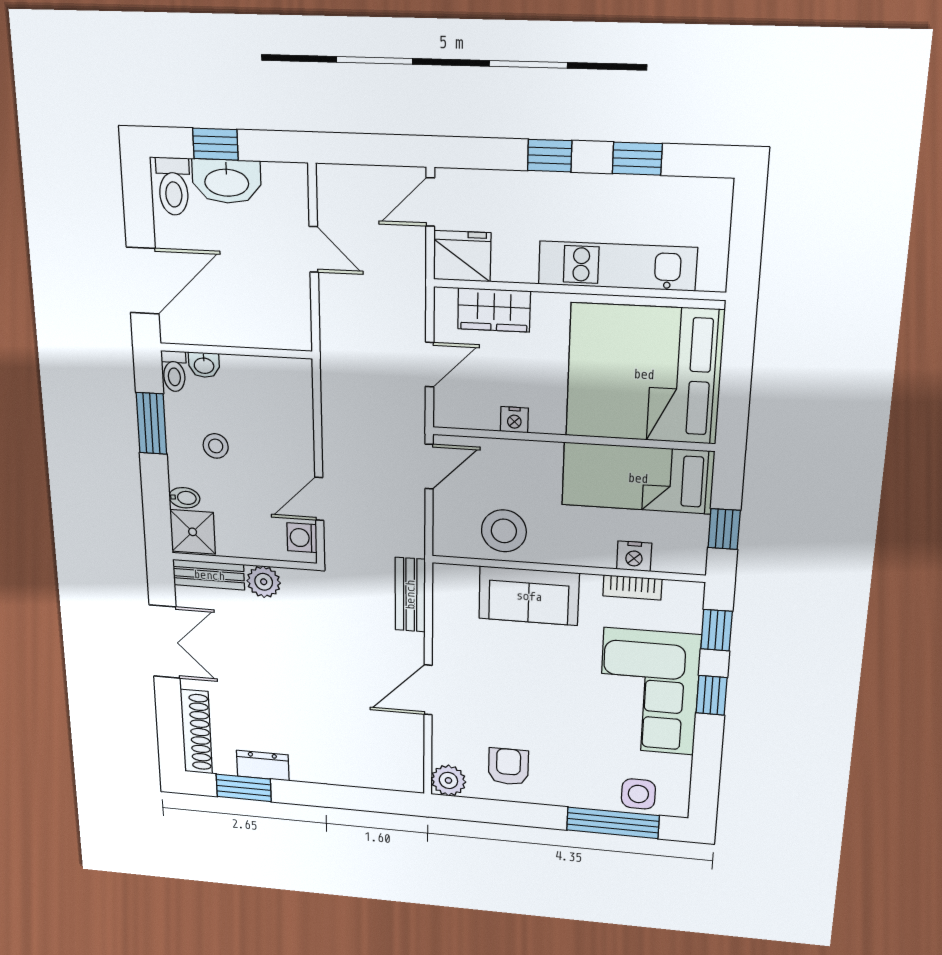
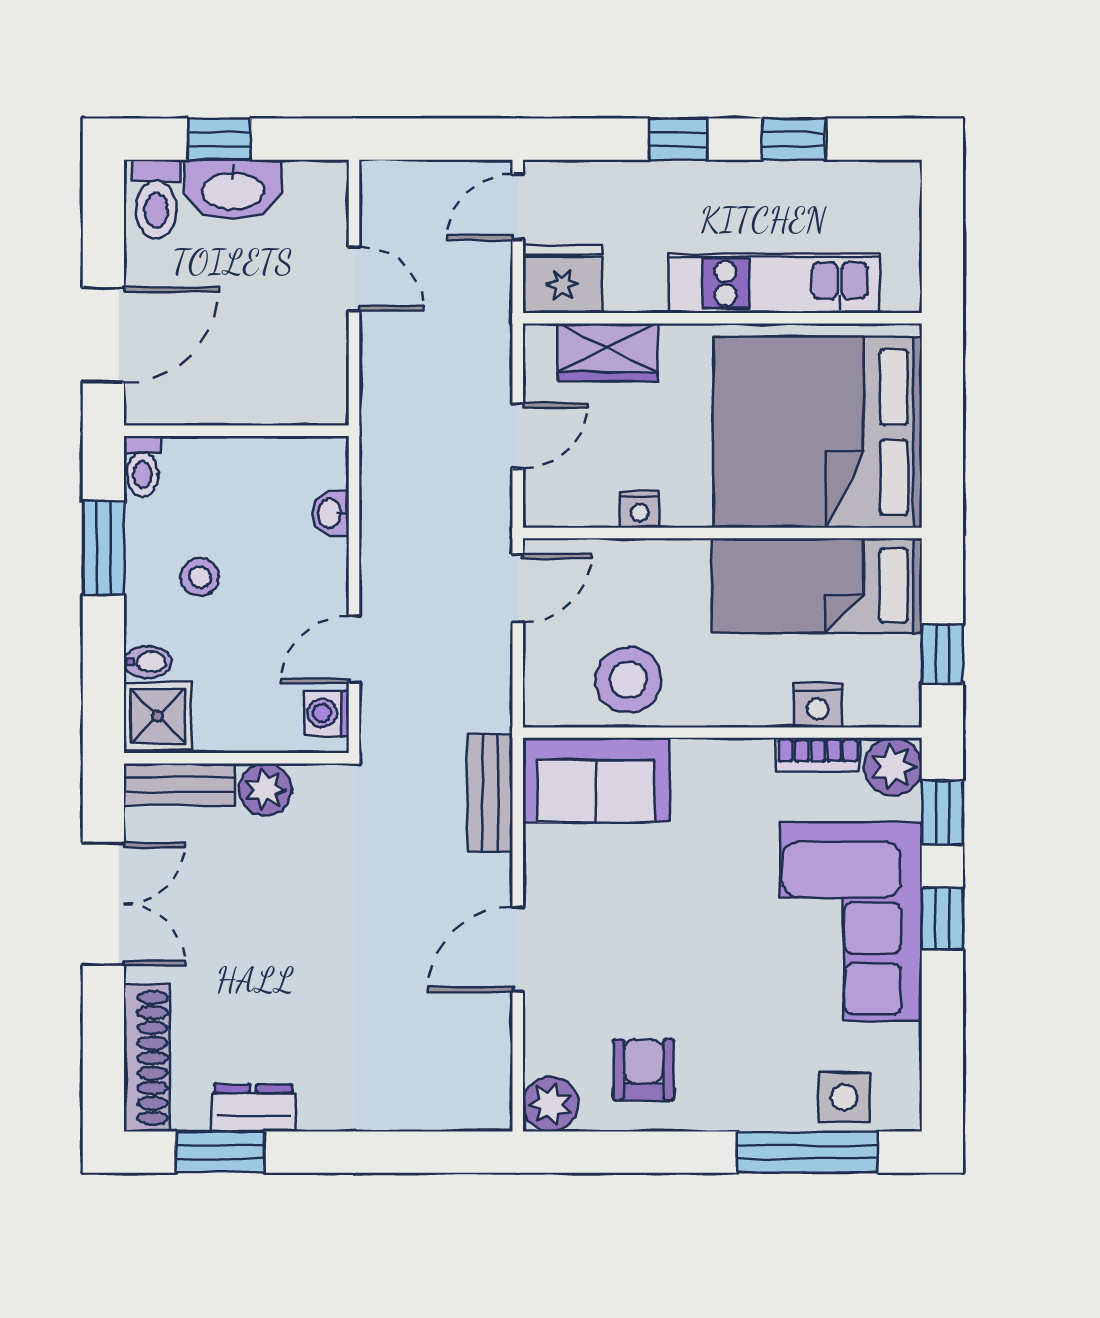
washbasin: (204, 365) -> (331, 513), moved, turned 90
sofa: (529, 596) -> (596, 780), moved
plant: (684, 599) -> (893, 767), added

